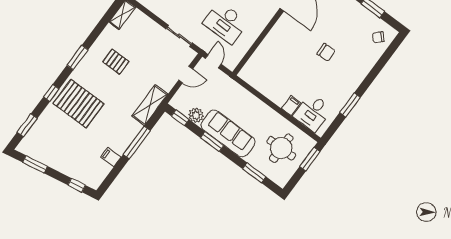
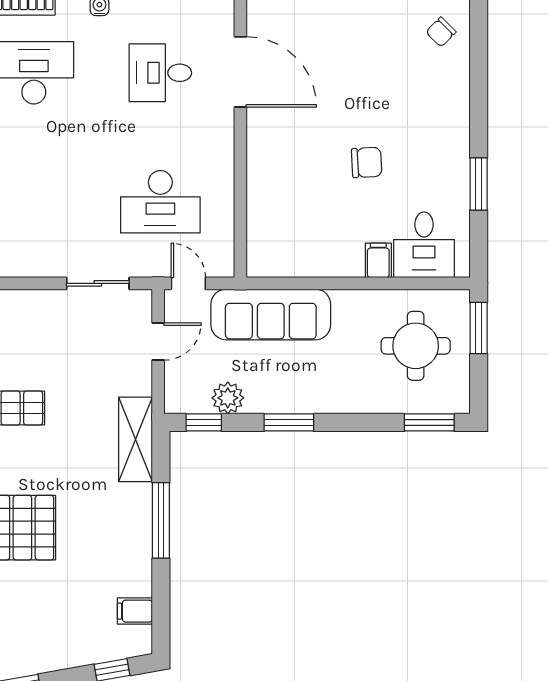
chair: (326, 52) -> (367, 162), moved
sofa: (228, 134) -> (271, 314), moved, turned 180
filing cabinet: (111, 157) -> (135, 611), moved
window: (254, 173) -> (429, 422), moved

